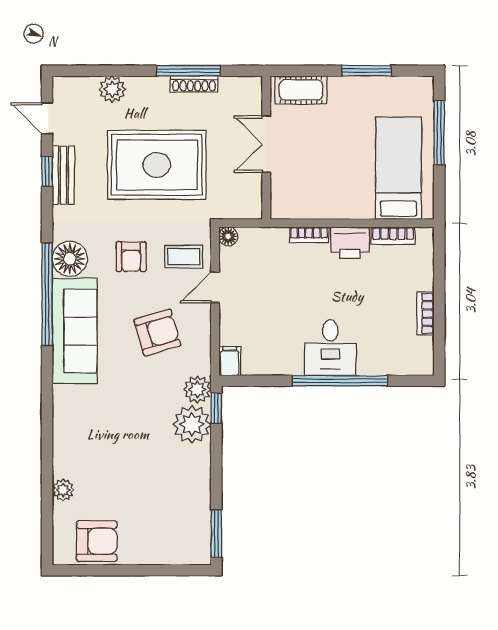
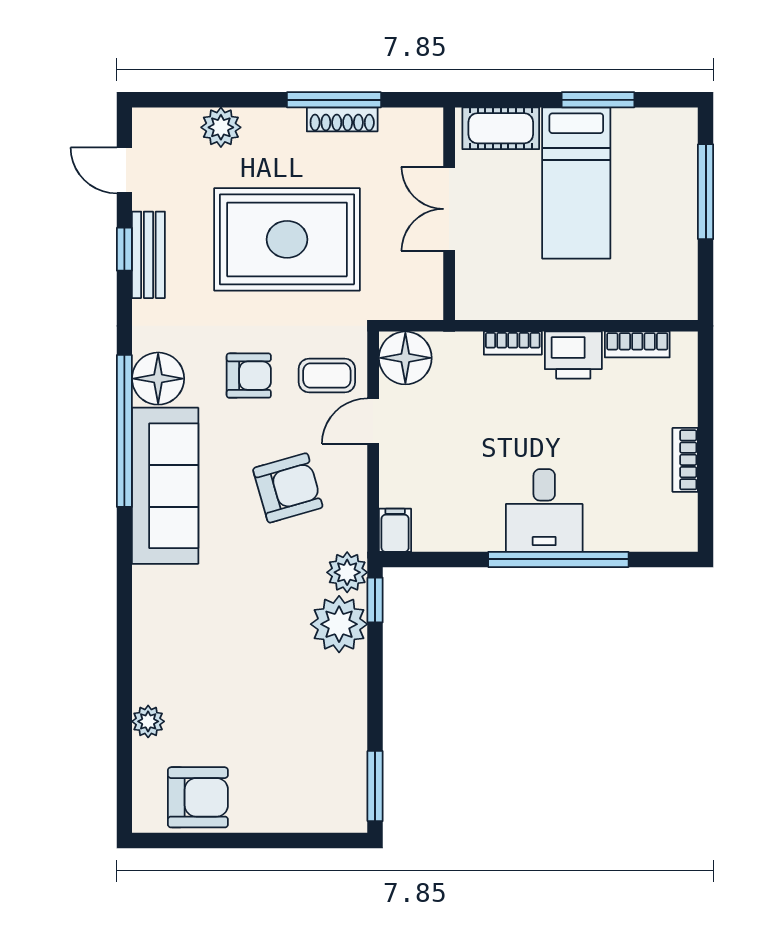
bed: (398, 168) -> (576, 183), moved, turned 180
floor lamp: (228, 236) -> (405, 358), width x1.89, depth x1.89
armchair: (131, 257) -> (249, 376), turned -90

